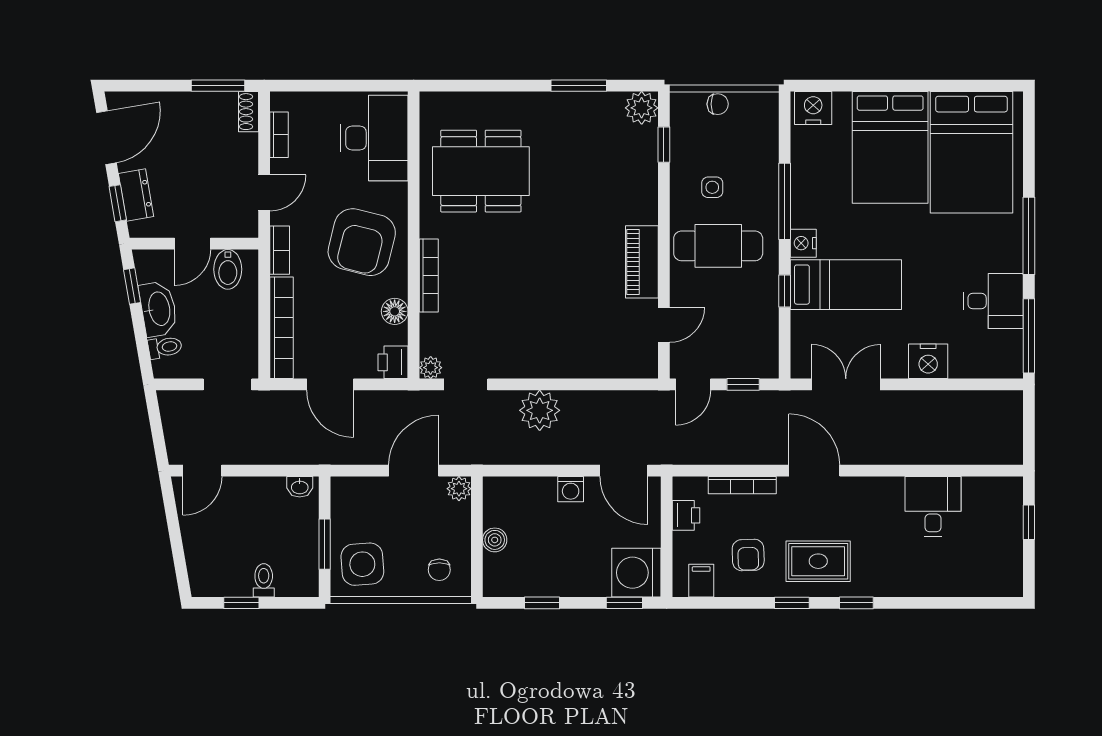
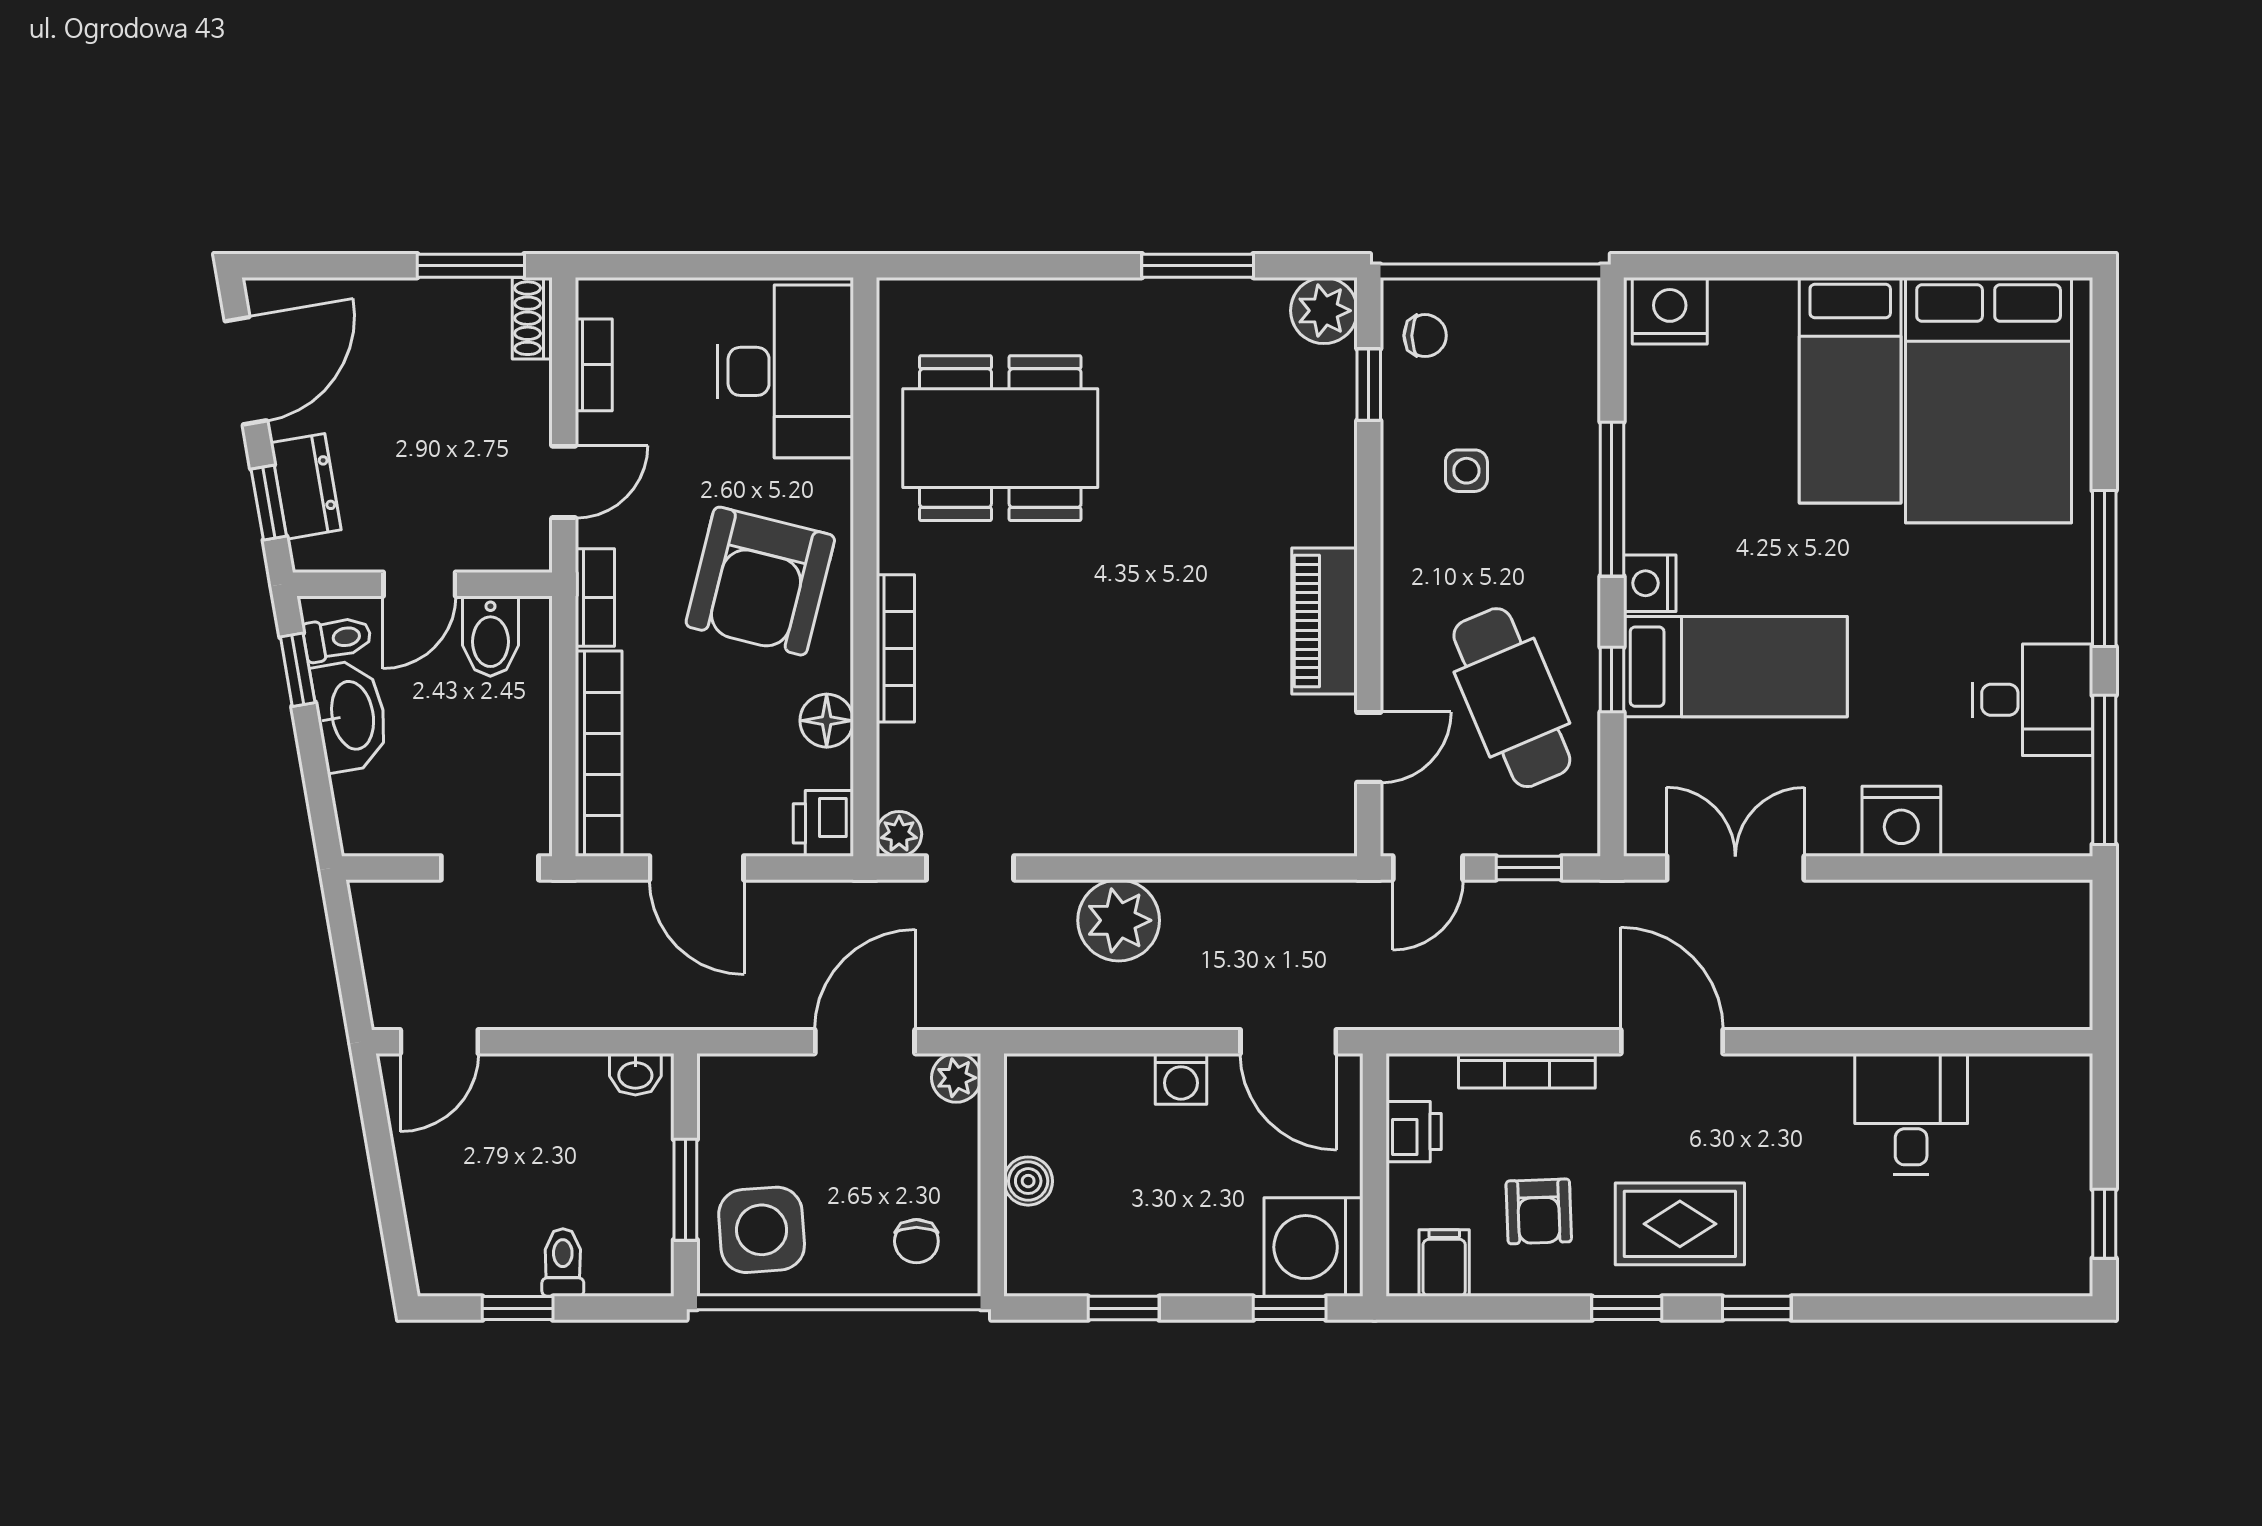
chair: (718, 104) -> (1425, 336), moved
bed: (890, 147) -> (1850, 390), width x0.67
cafe table: (718, 246) -> (1512, 698), moved, turned 67
toilet: (165, 347) -> (337, 638), moved
window: (1029, 522) -> (2104, 1224), moved

